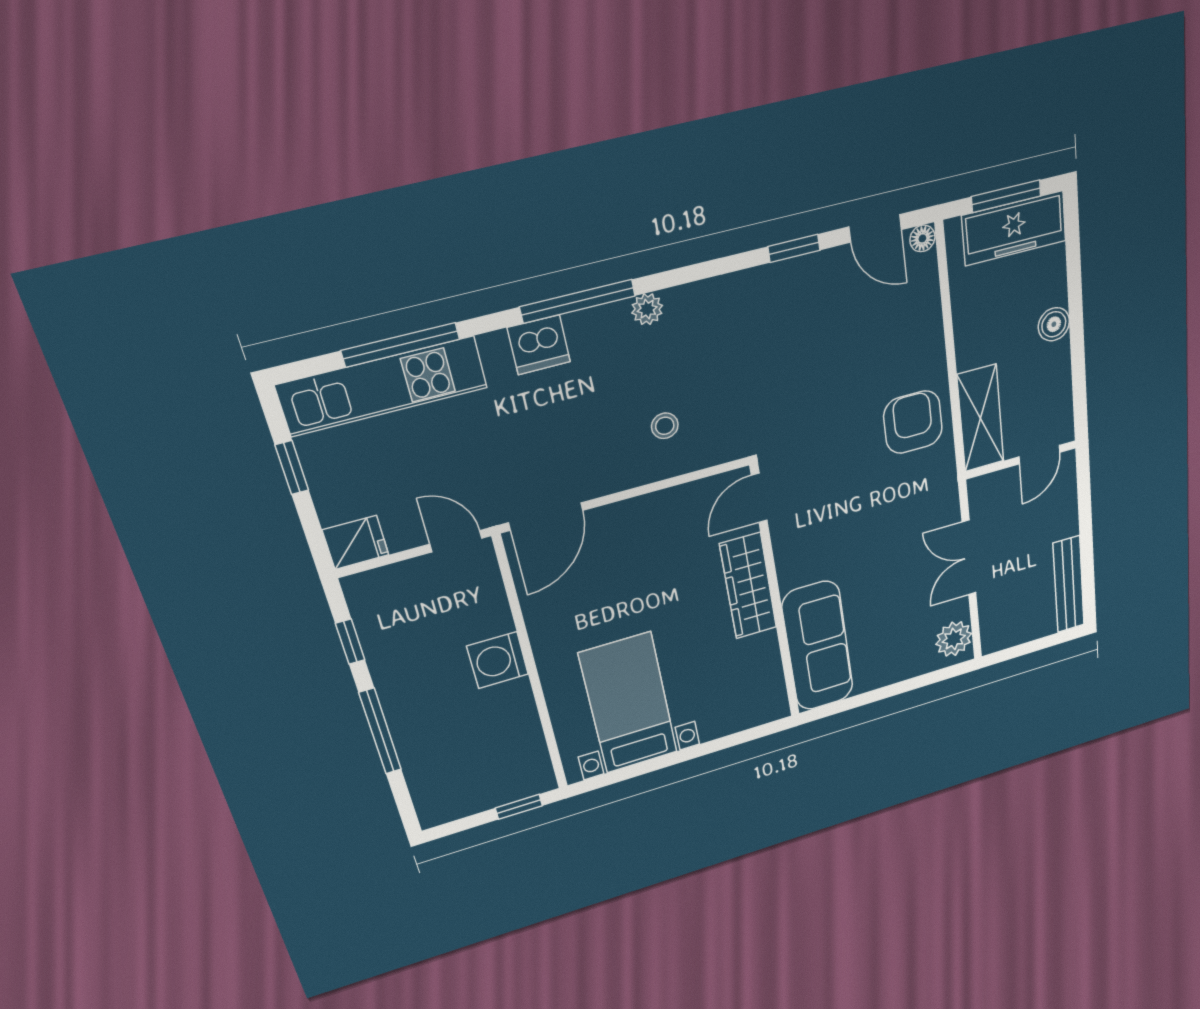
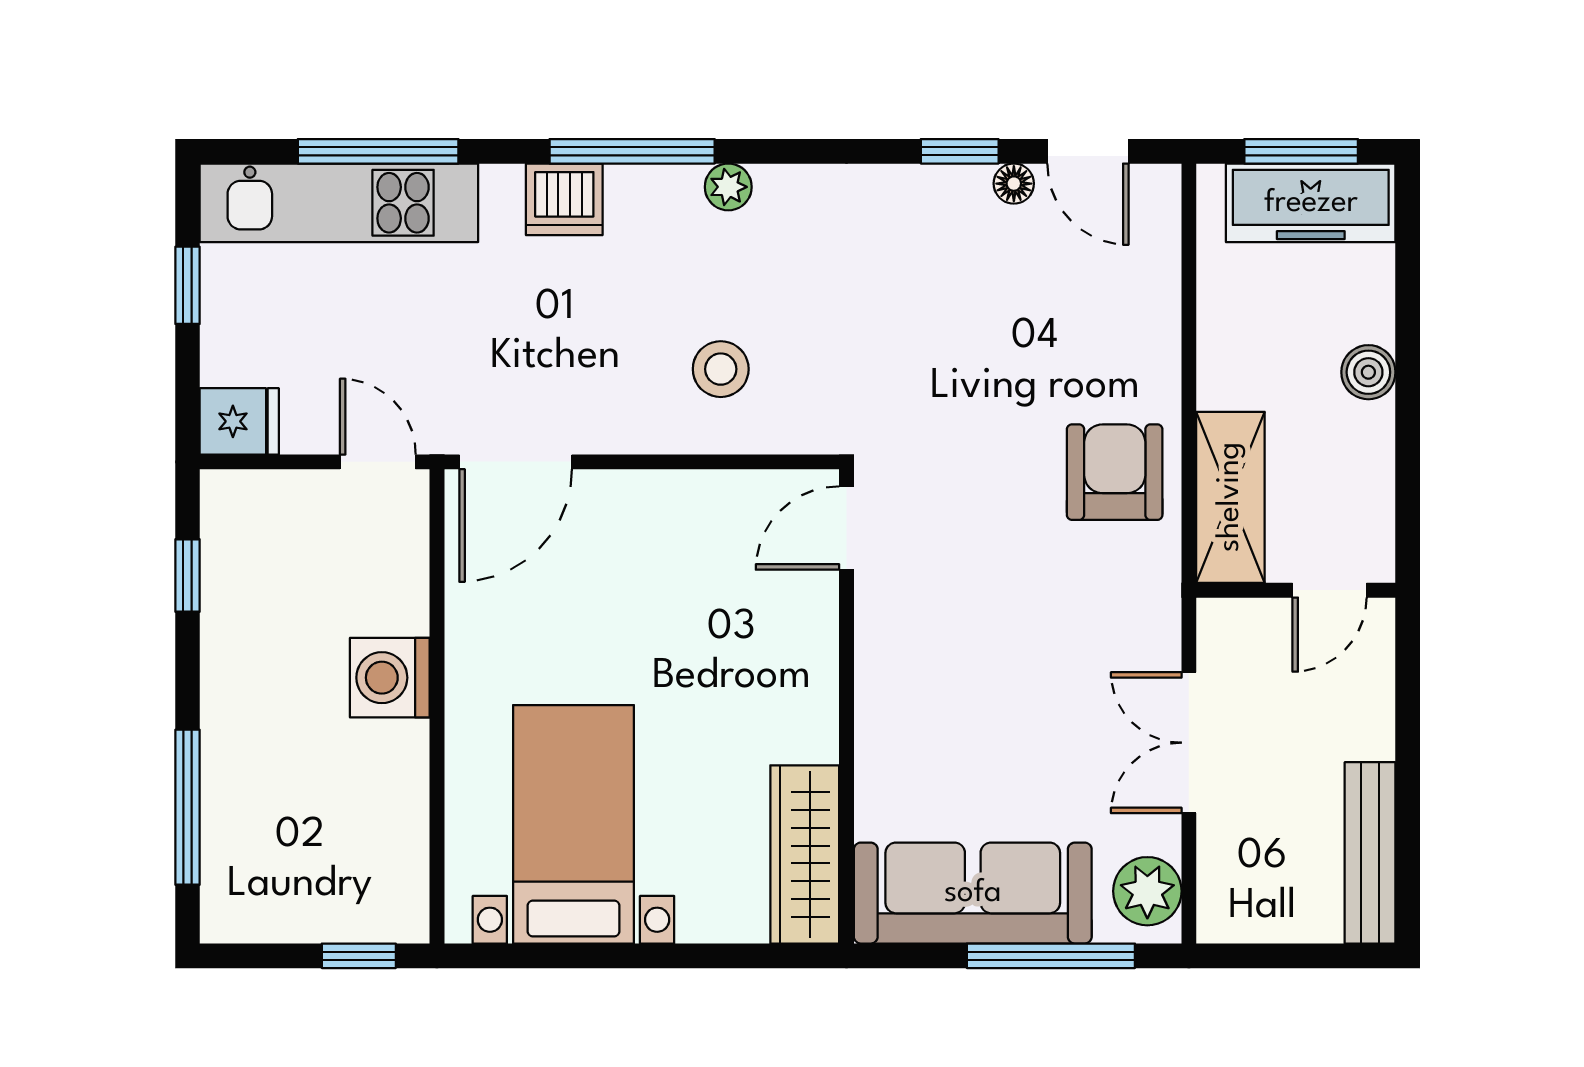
floor lamp: (922, 238) -> (1014, 184), moved
stool: (665, 426) -> (721, 369), width x1.37, depth x1.37
wardrobe: (748, 586) -> (805, 854), moved
sofa: (818, 646) -> (973, 893), moved, turned -90
window: (906, 686) -> (1051, 956), added
window: (380, 731) -> (187, 807), moved

